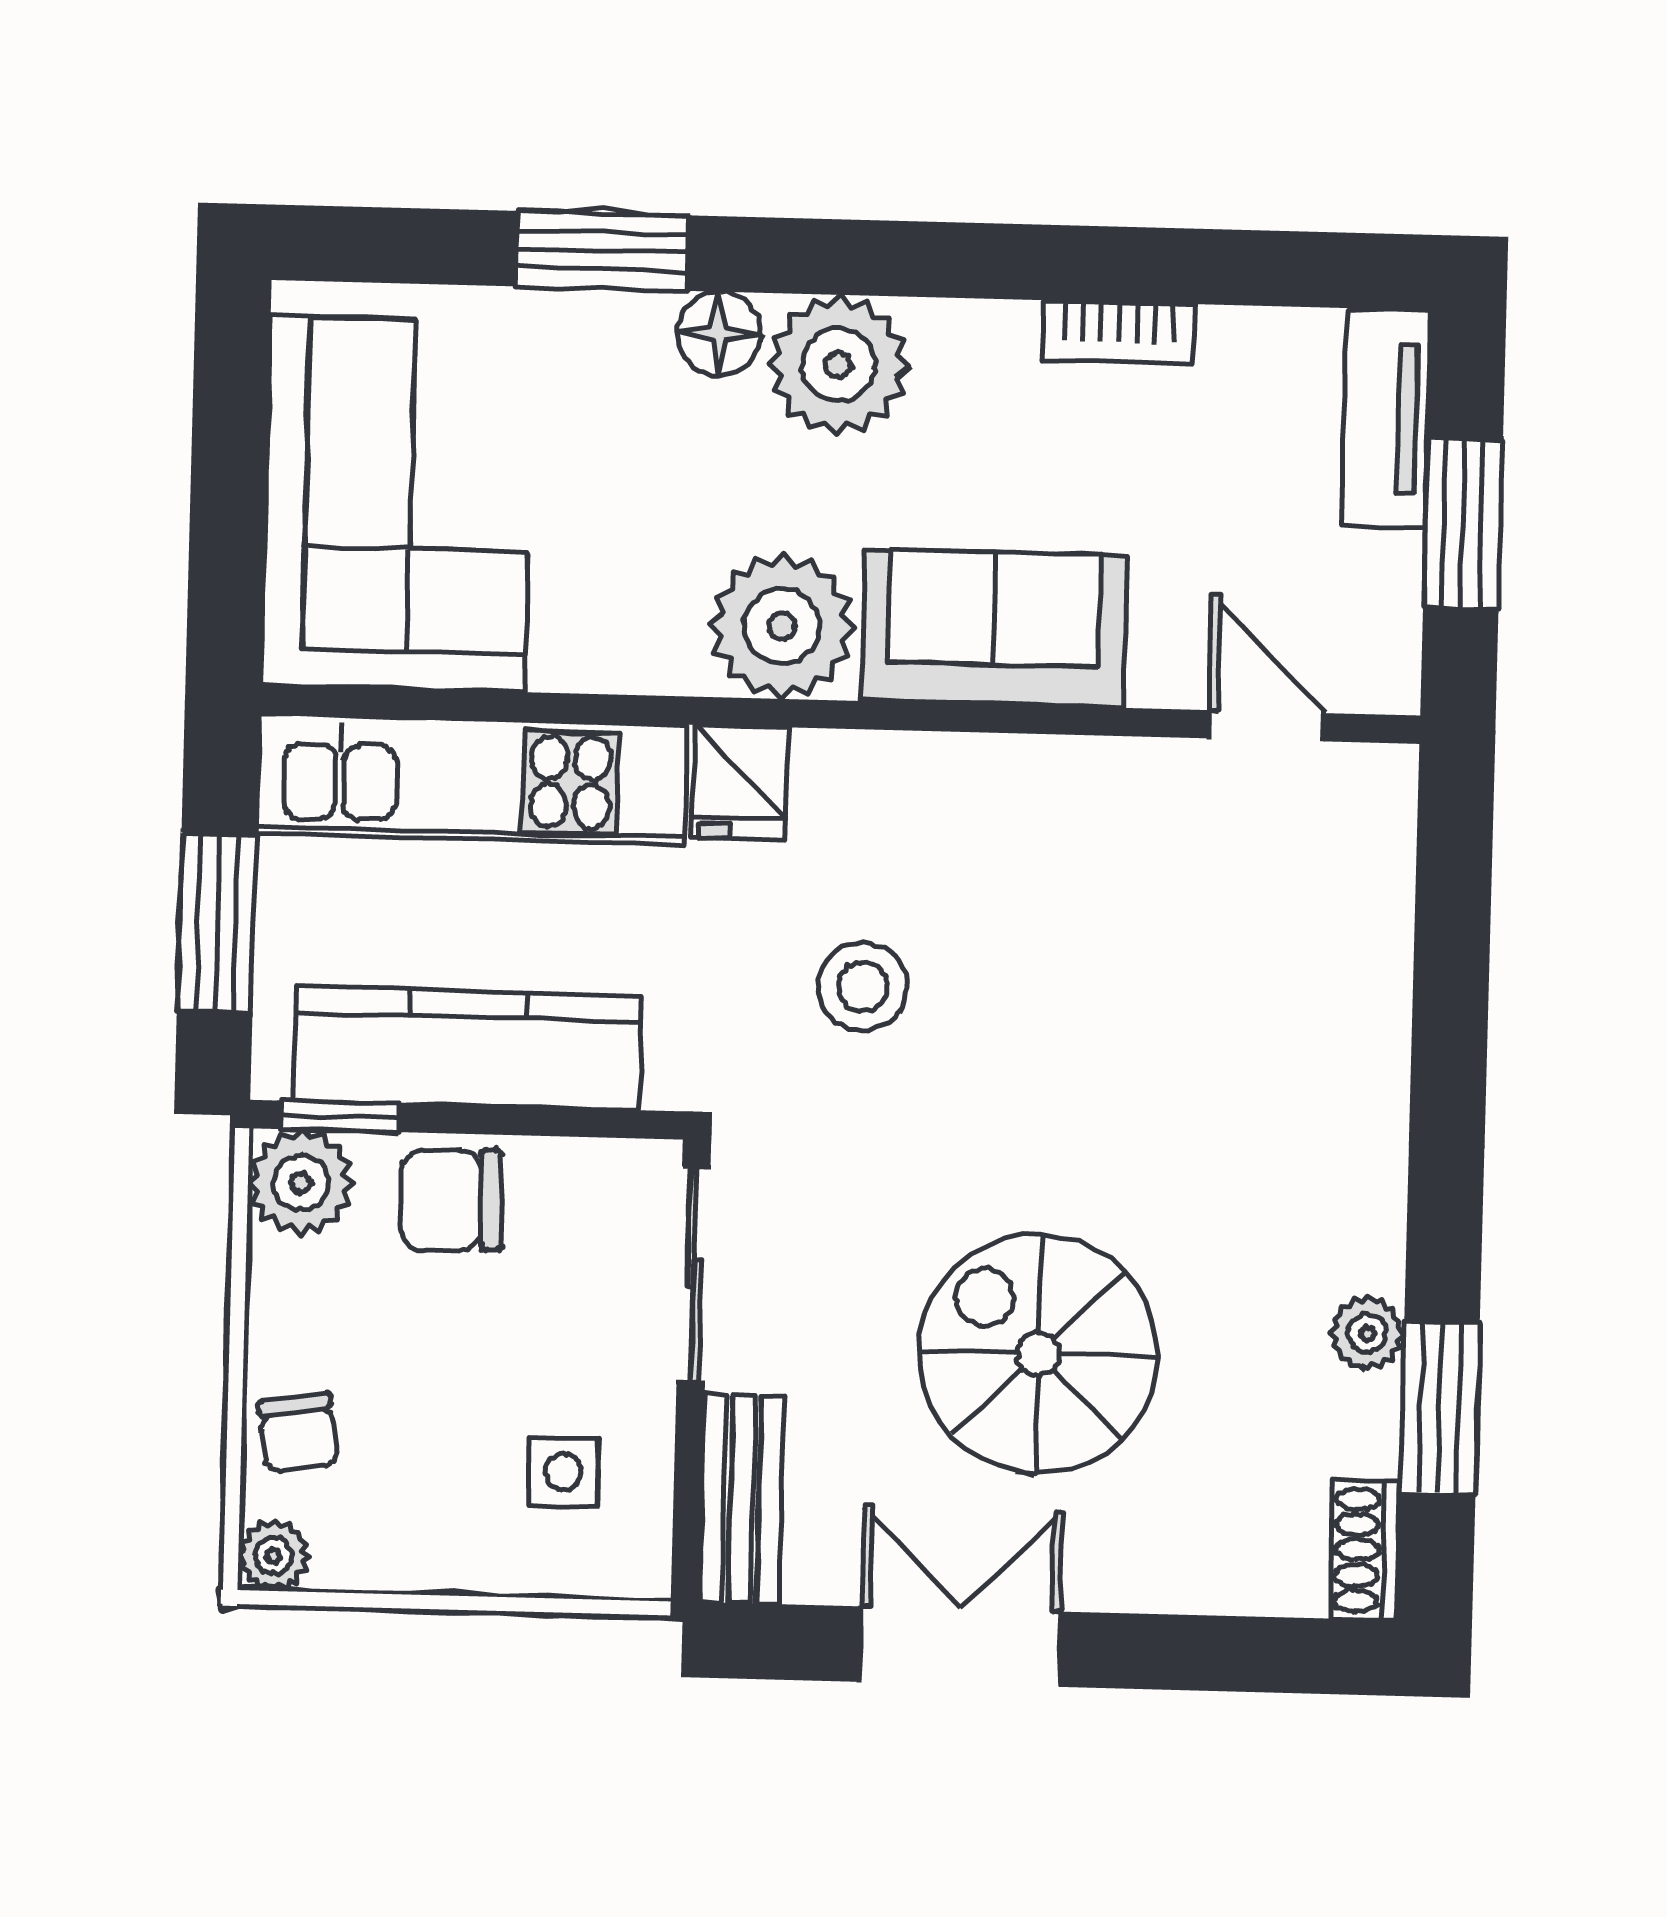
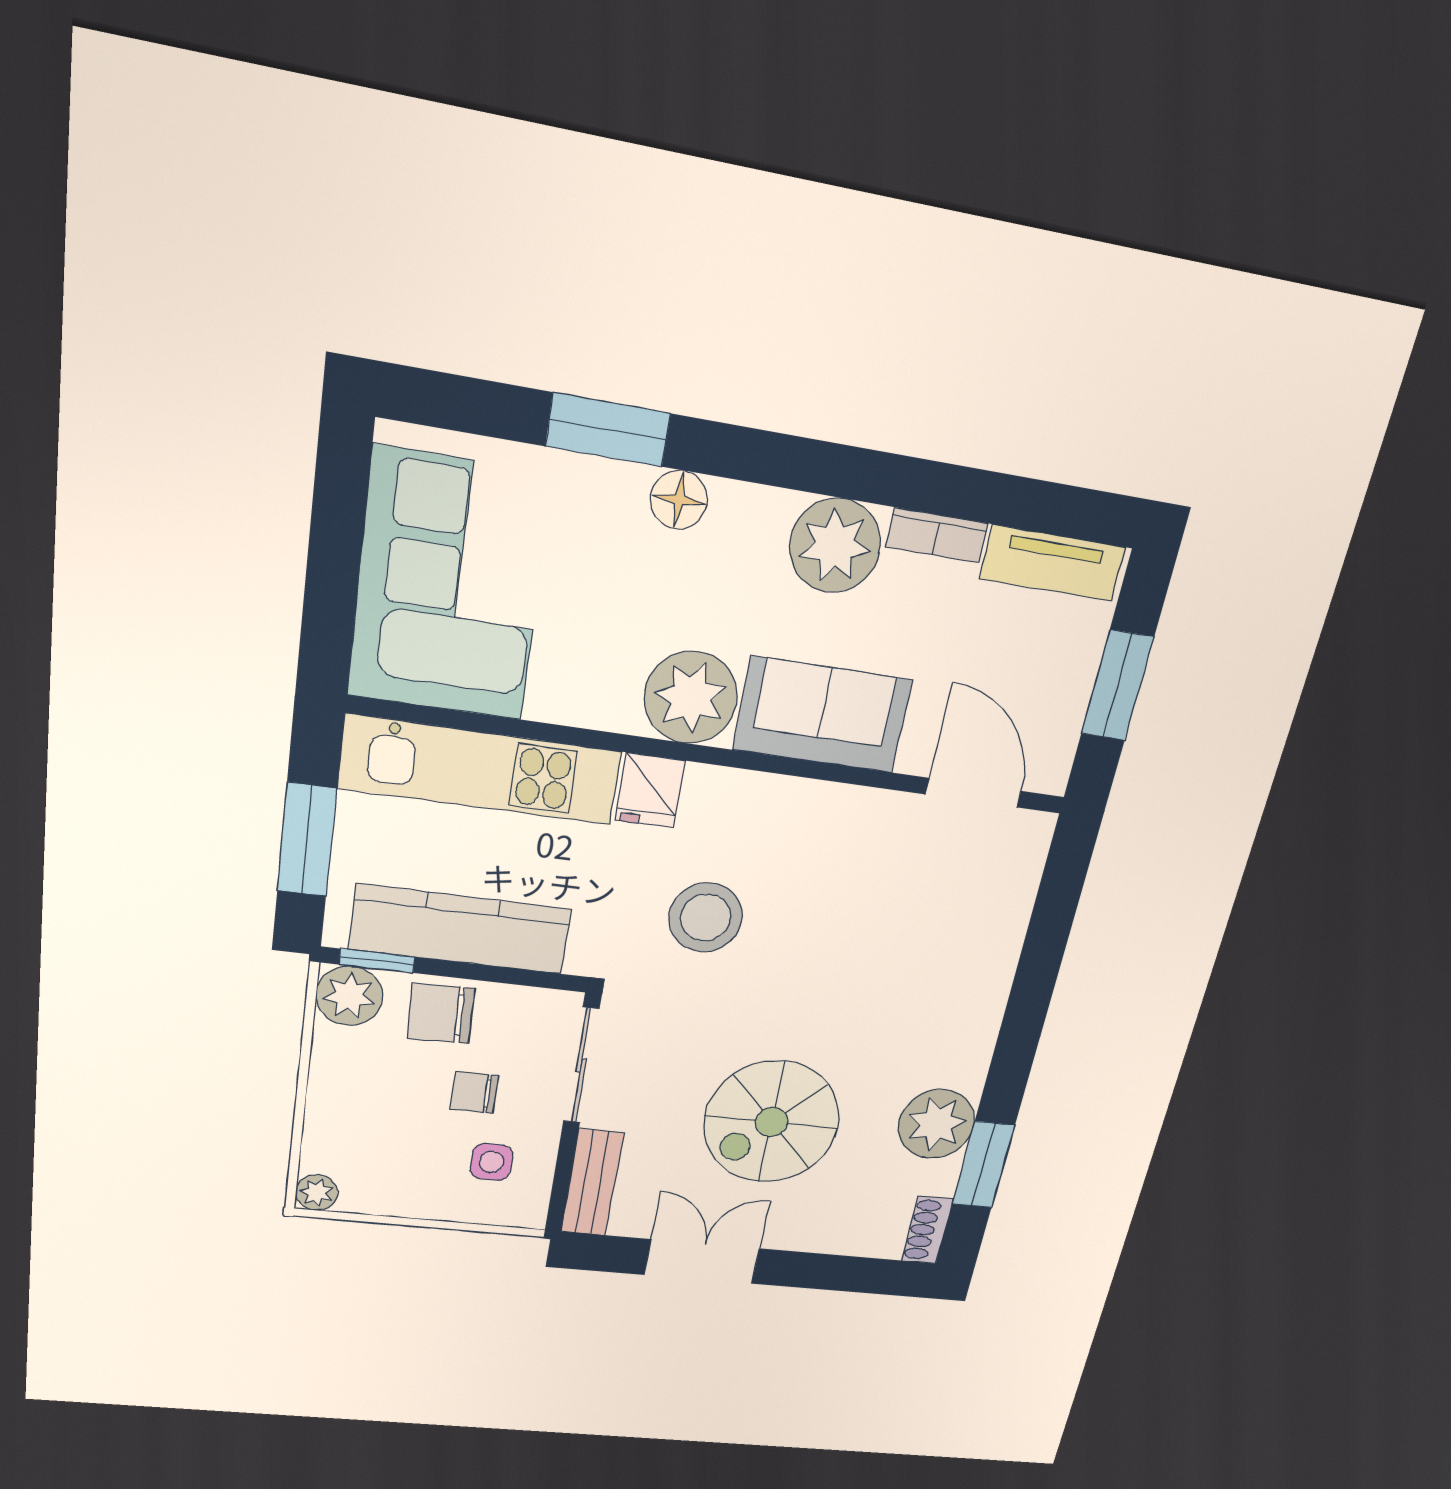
plant: (838, 365) -> (835, 546), moved
tv unit: (1386, 418) -> (1053, 563), moved, turned -90
door: (1266, 726) -> (973, 793), width x1.38
stool: (863, 987) -> (706, 917), width x1.38, depth x1.38
plant: (1367, 1333) -> (936, 1124), width x1.87, depth x1.87
spiral stairs: (1038, 1354) -> (772, 1122), turned -90
chair: (299, 1433) -> (474, 1092), moved, turned 99

